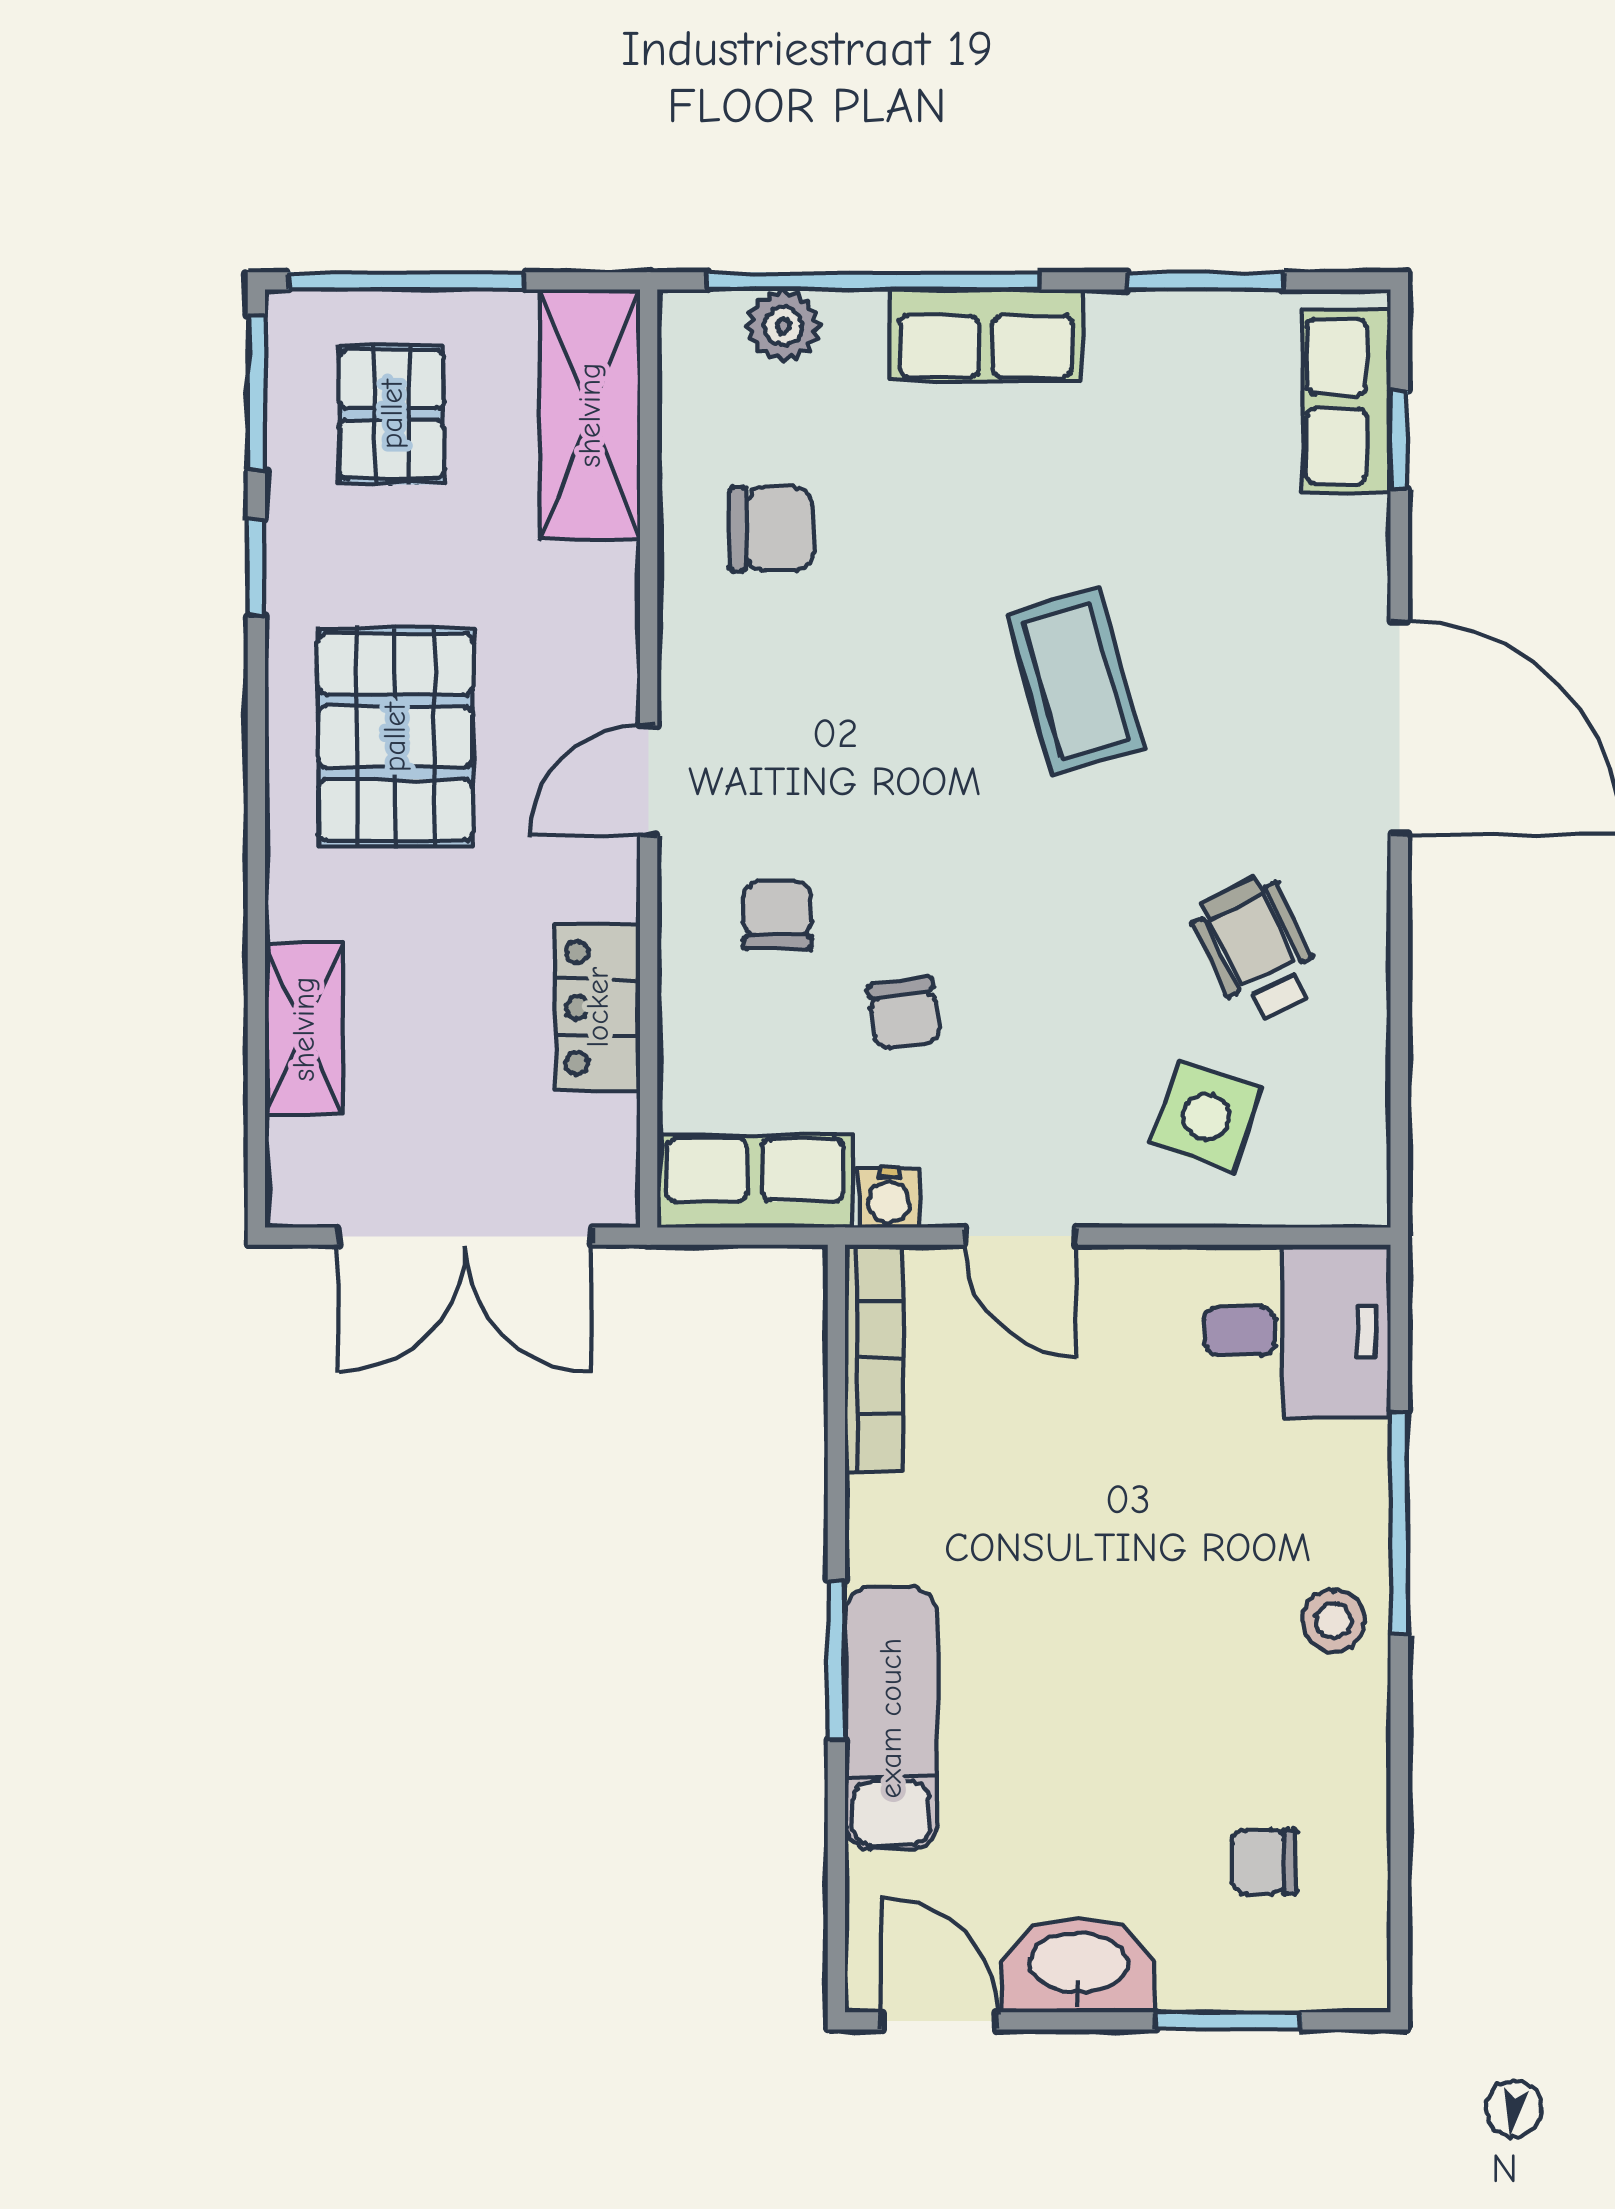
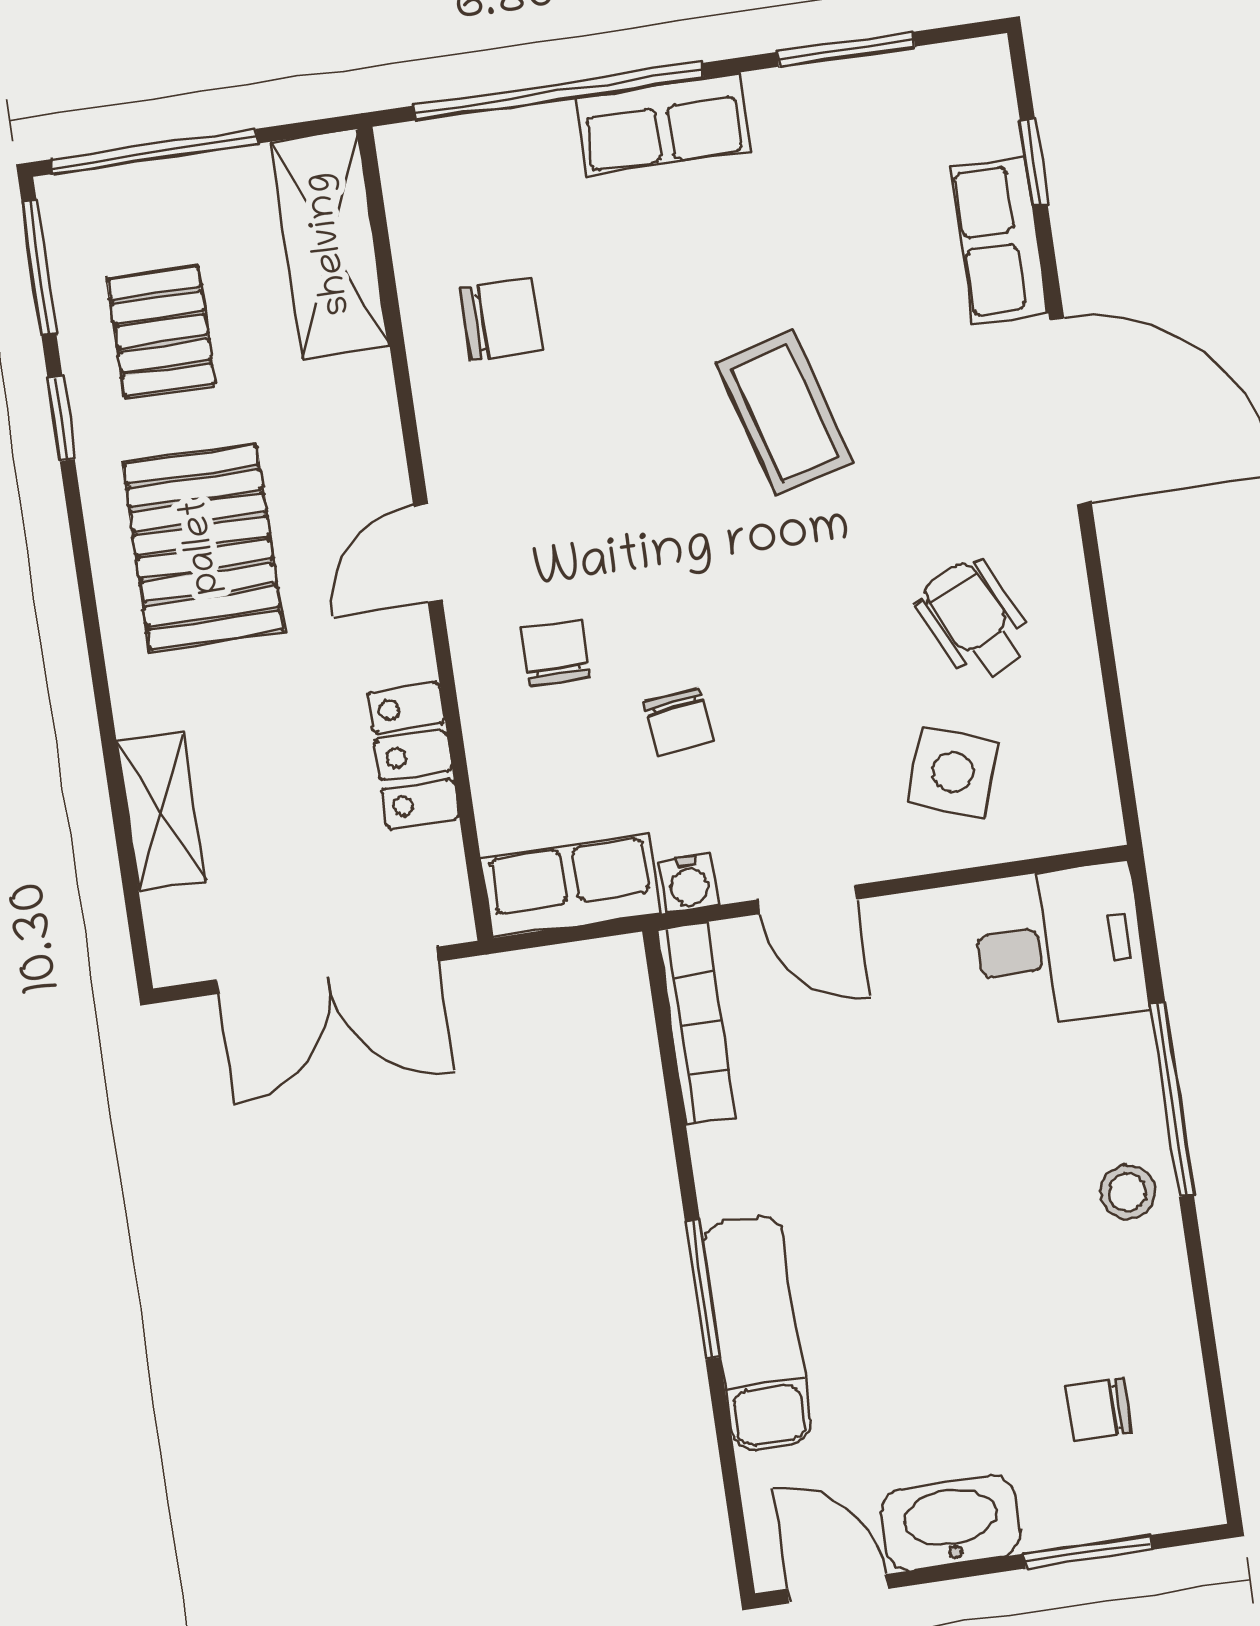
plant: (783, 326) -> (486, 142), removed
row of seats: (1347, 401) -> (999, 240), moved
pallet: (392, 414) -> (161, 331), moved

